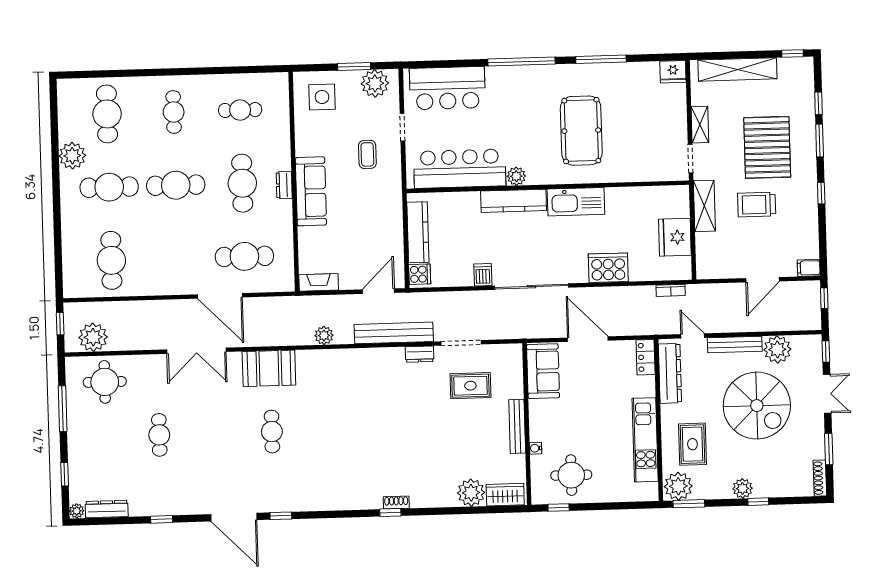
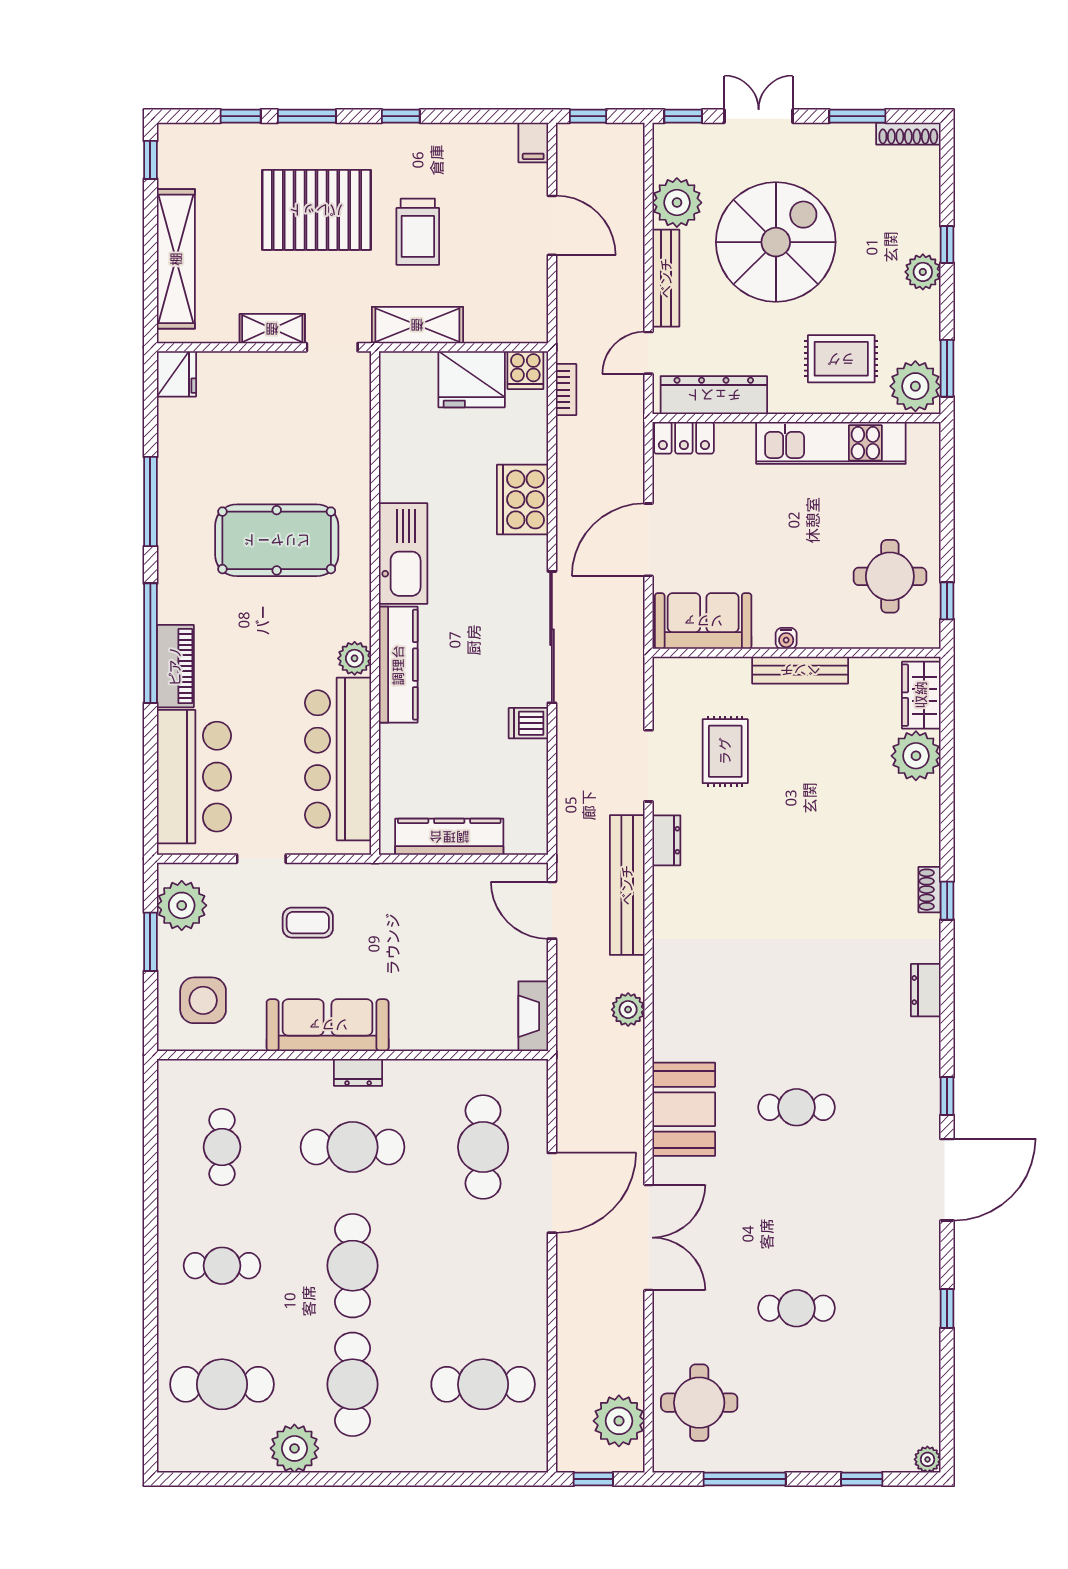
piano: (509, 76) -> (175, 666), added
sofa: (311, 191) -> (328, 1025), moved
cooker: (420, 274) -> (525, 370), moved, turned 180
water cooler: (536, 448) -> (786, 638), moved
dresser: (107, 509) -> (926, 990), moved, width x0.70

